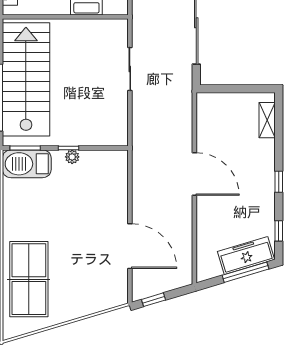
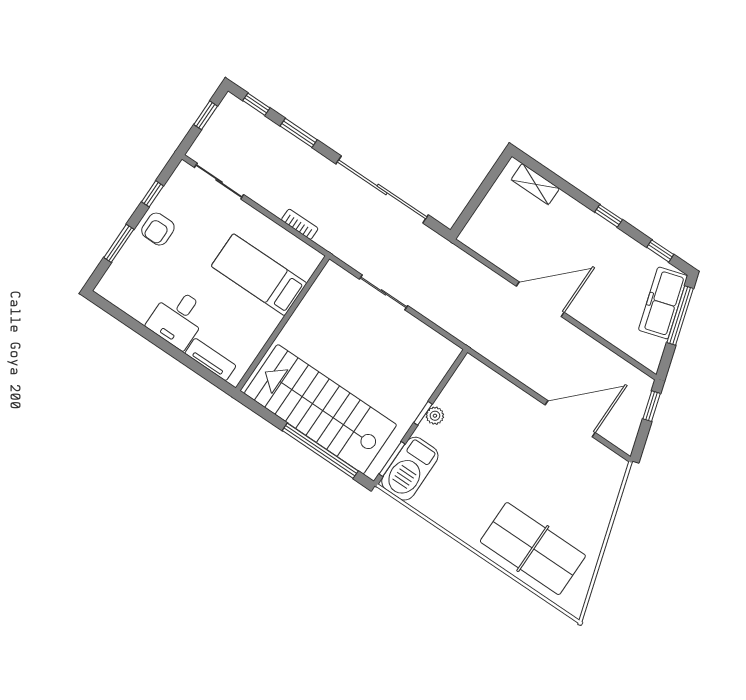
window: (153, 300) -> (652, 406), moved

